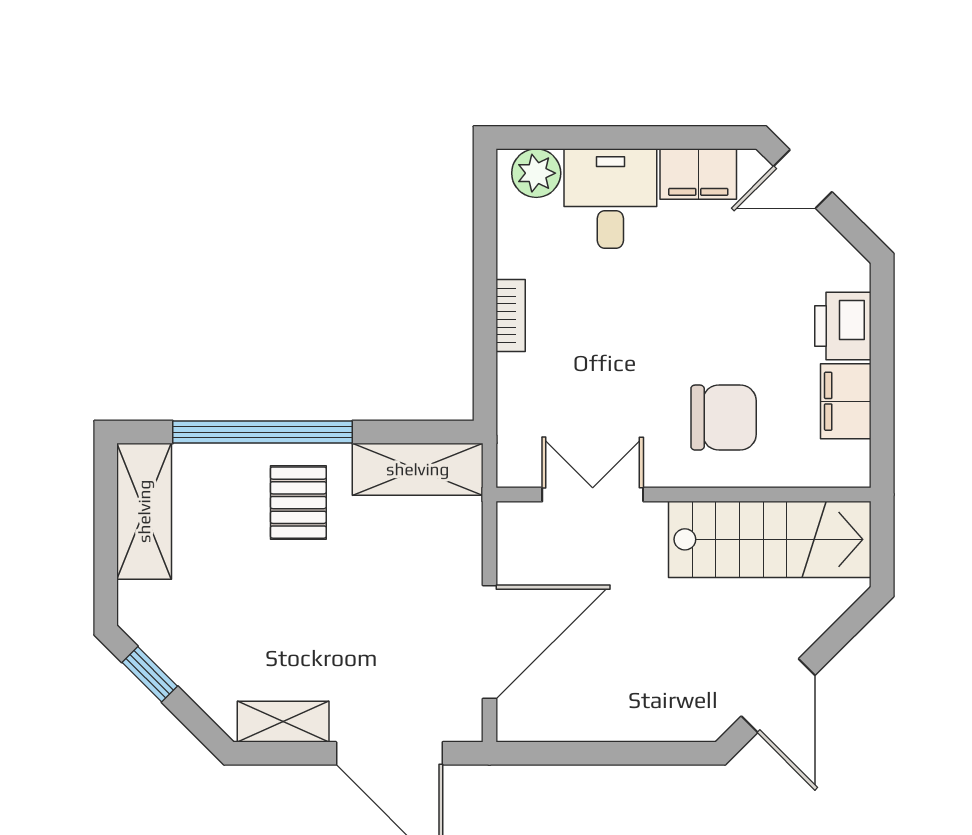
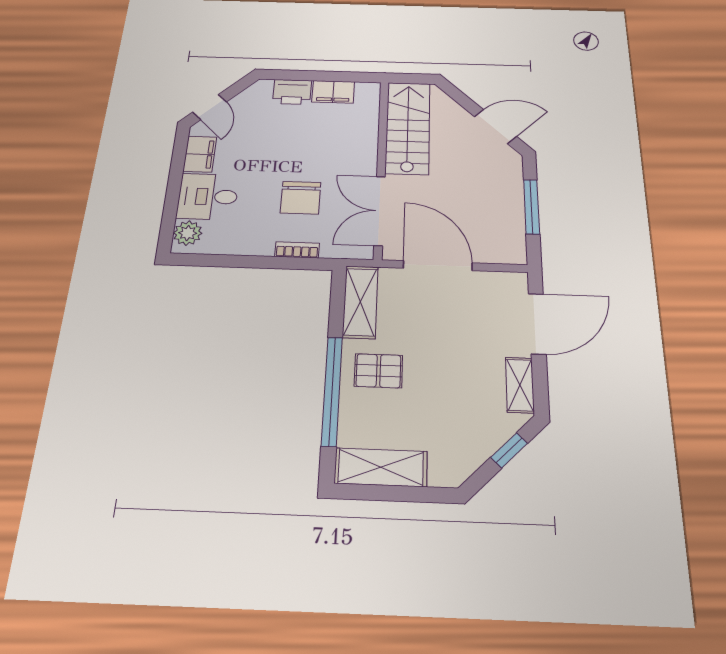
bookcase: (511, 316) -> (297, 250), moved
chair: (724, 418) -> (301, 198), moved, turned 180
double door: (593, 495) -> (380, 211), width x1.37
door: (489, 642) -> (438, 266), moved
window: (150, 674) -> (509, 450), moved
window: (610, 753) -> (532, 207), added

